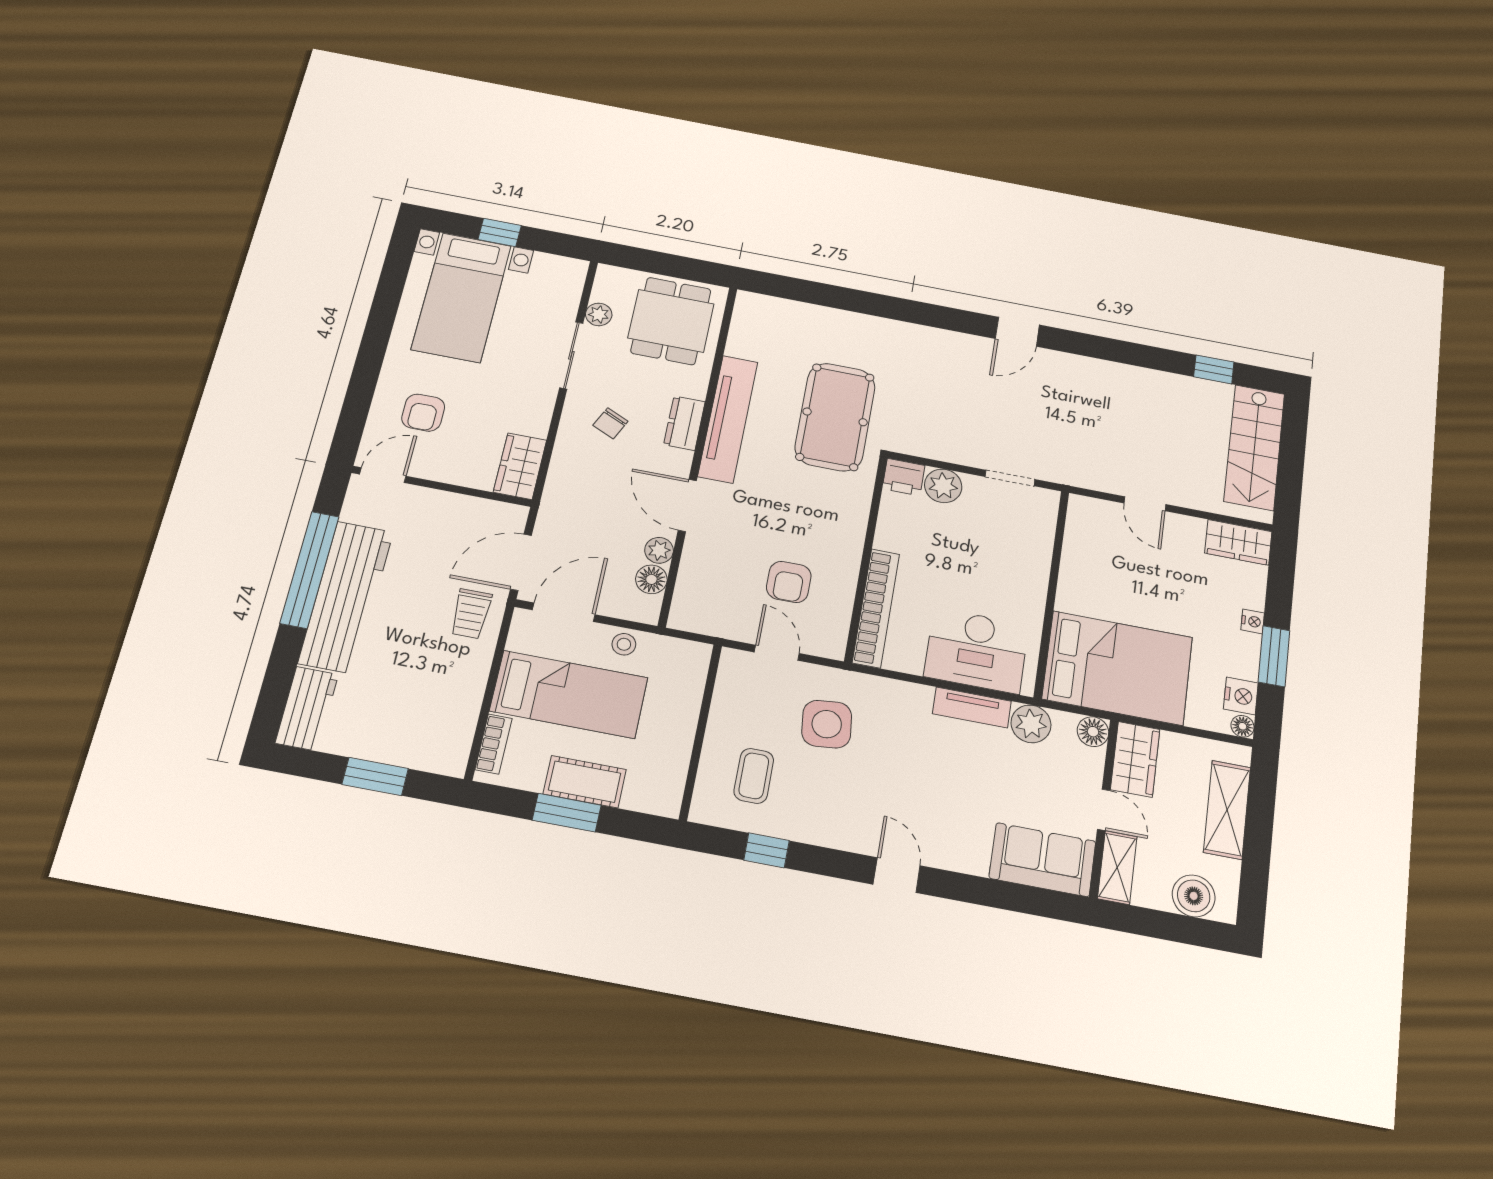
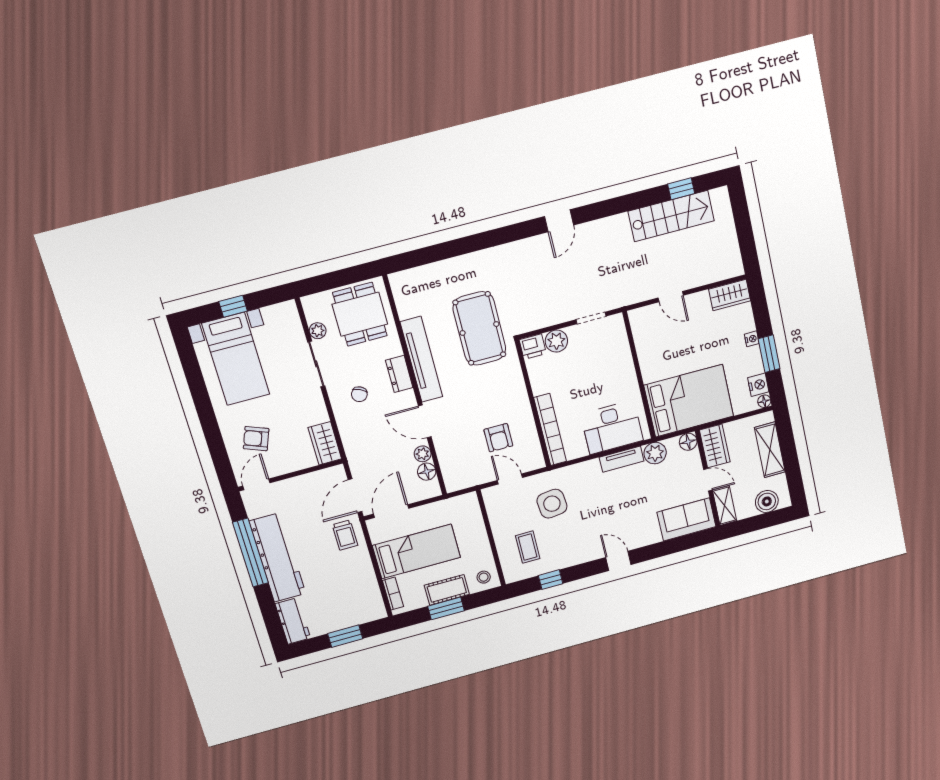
armchair: (423, 413) -> (256, 439), turned 111
stairs: (1254, 447) -> (671, 216), moved, turned -90
stool: (624, 644) -> (484, 577), moved

